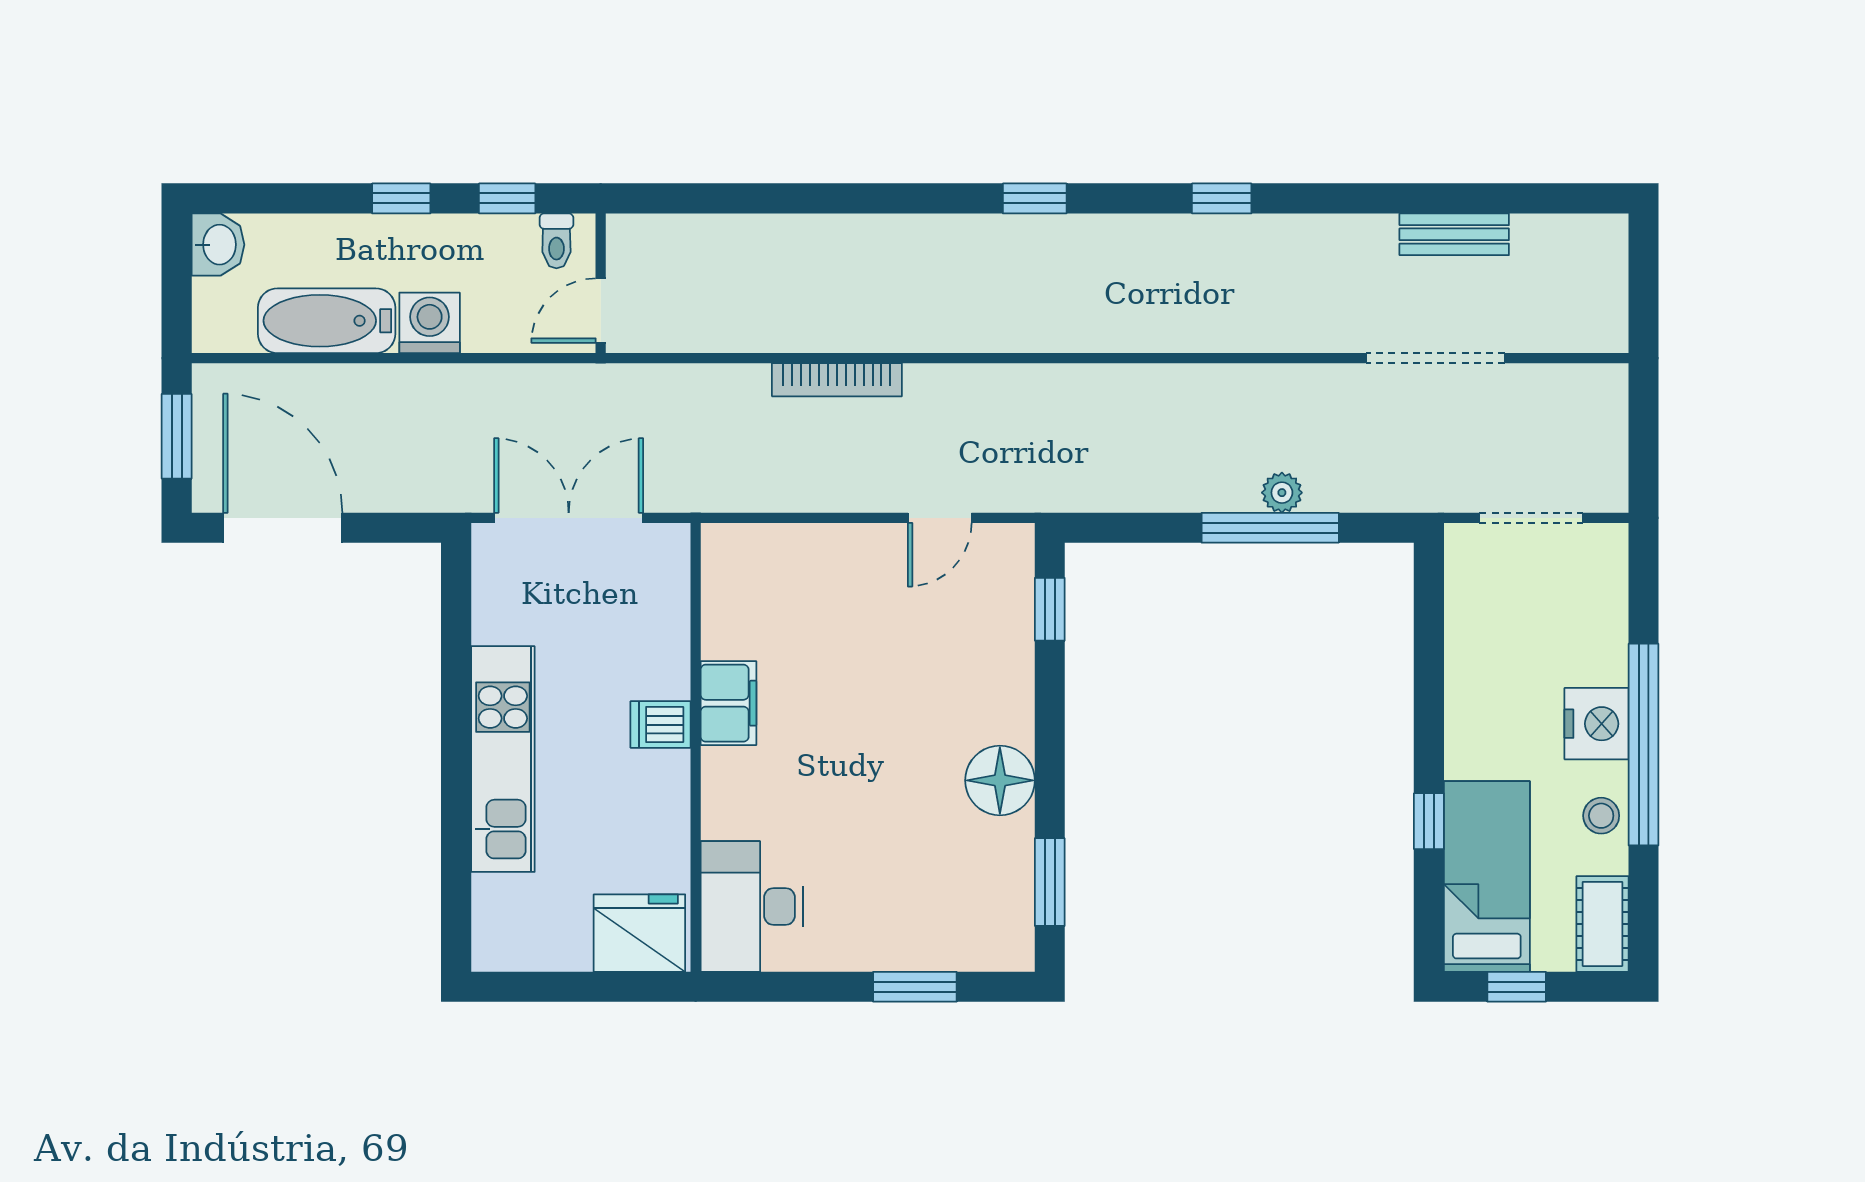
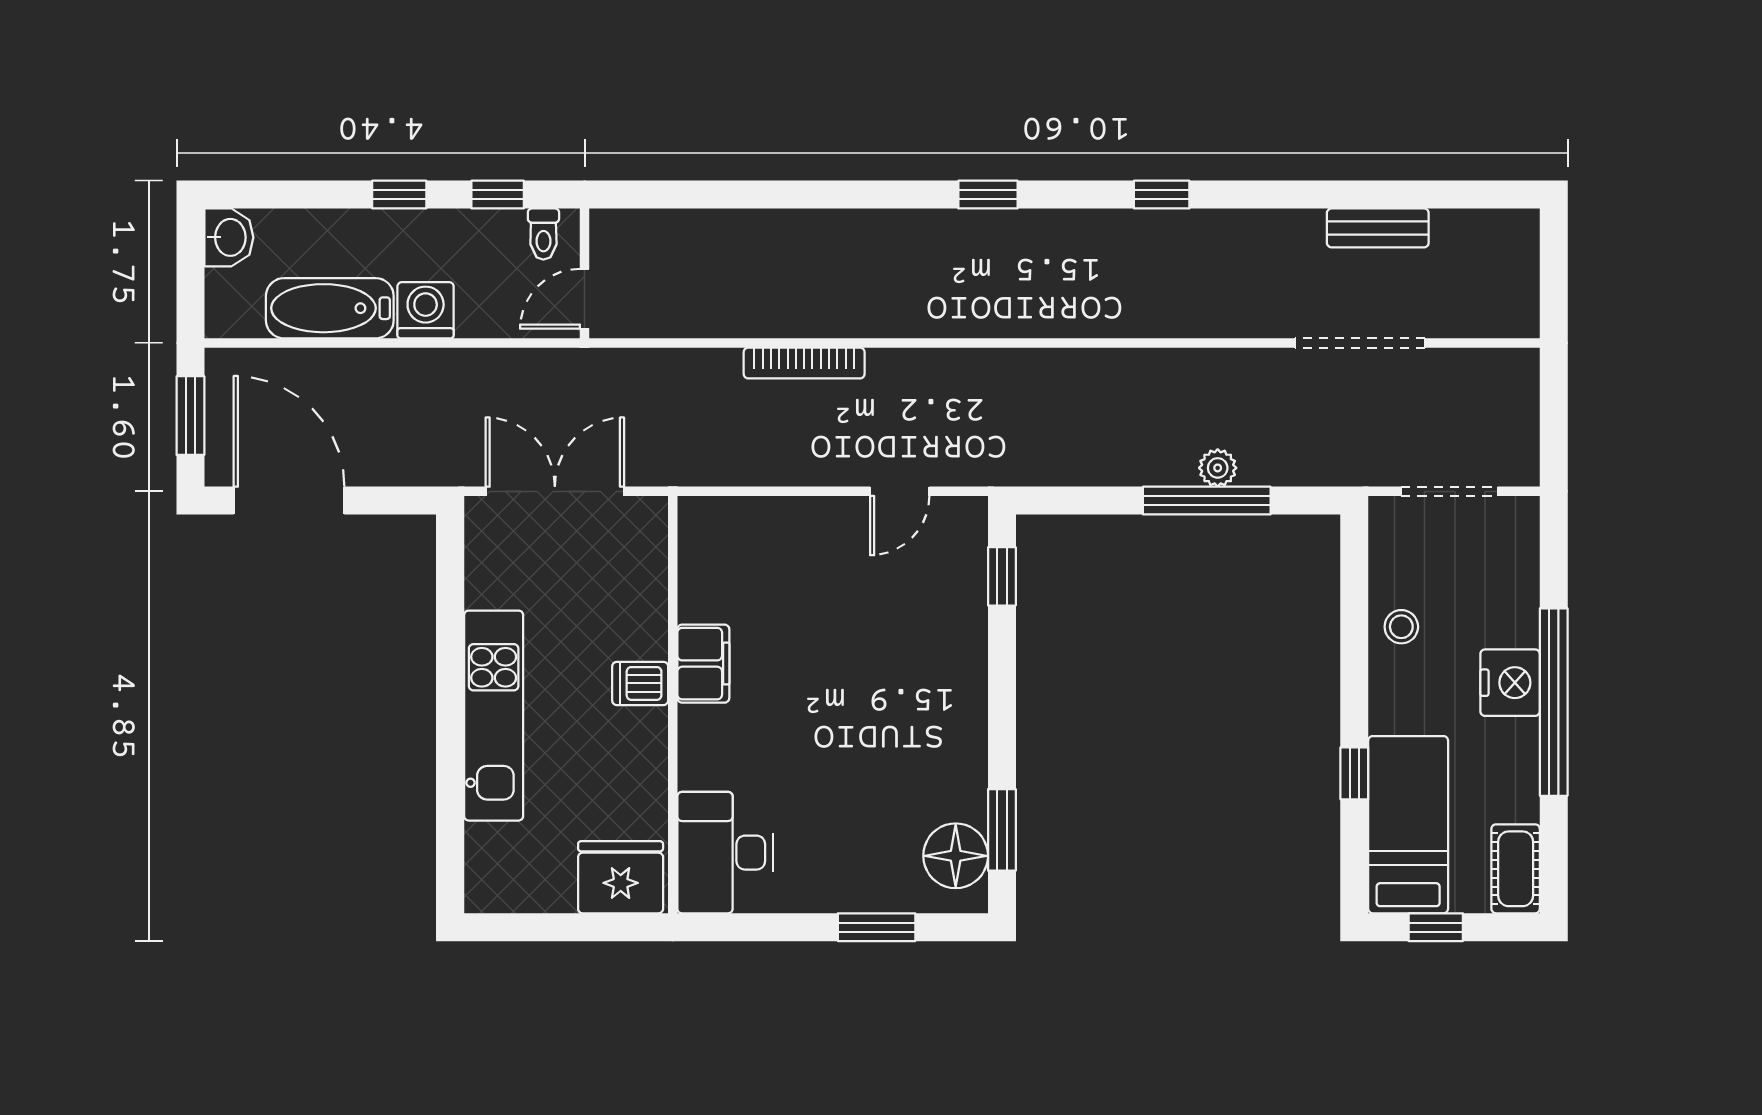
floor lamp: (1000, 780) -> (956, 856), moved
stool: (1601, 816) -> (1401, 627), moved

